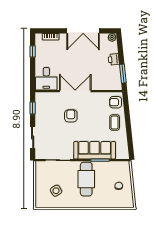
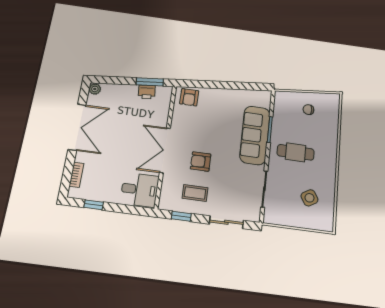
printer: (114, 59) -> (147, 92), moved
coffee table: (115, 123) -> (195, 193), moved
cafe table: (86, 179) -> (296, 152), width x0.73, depth x0.74

